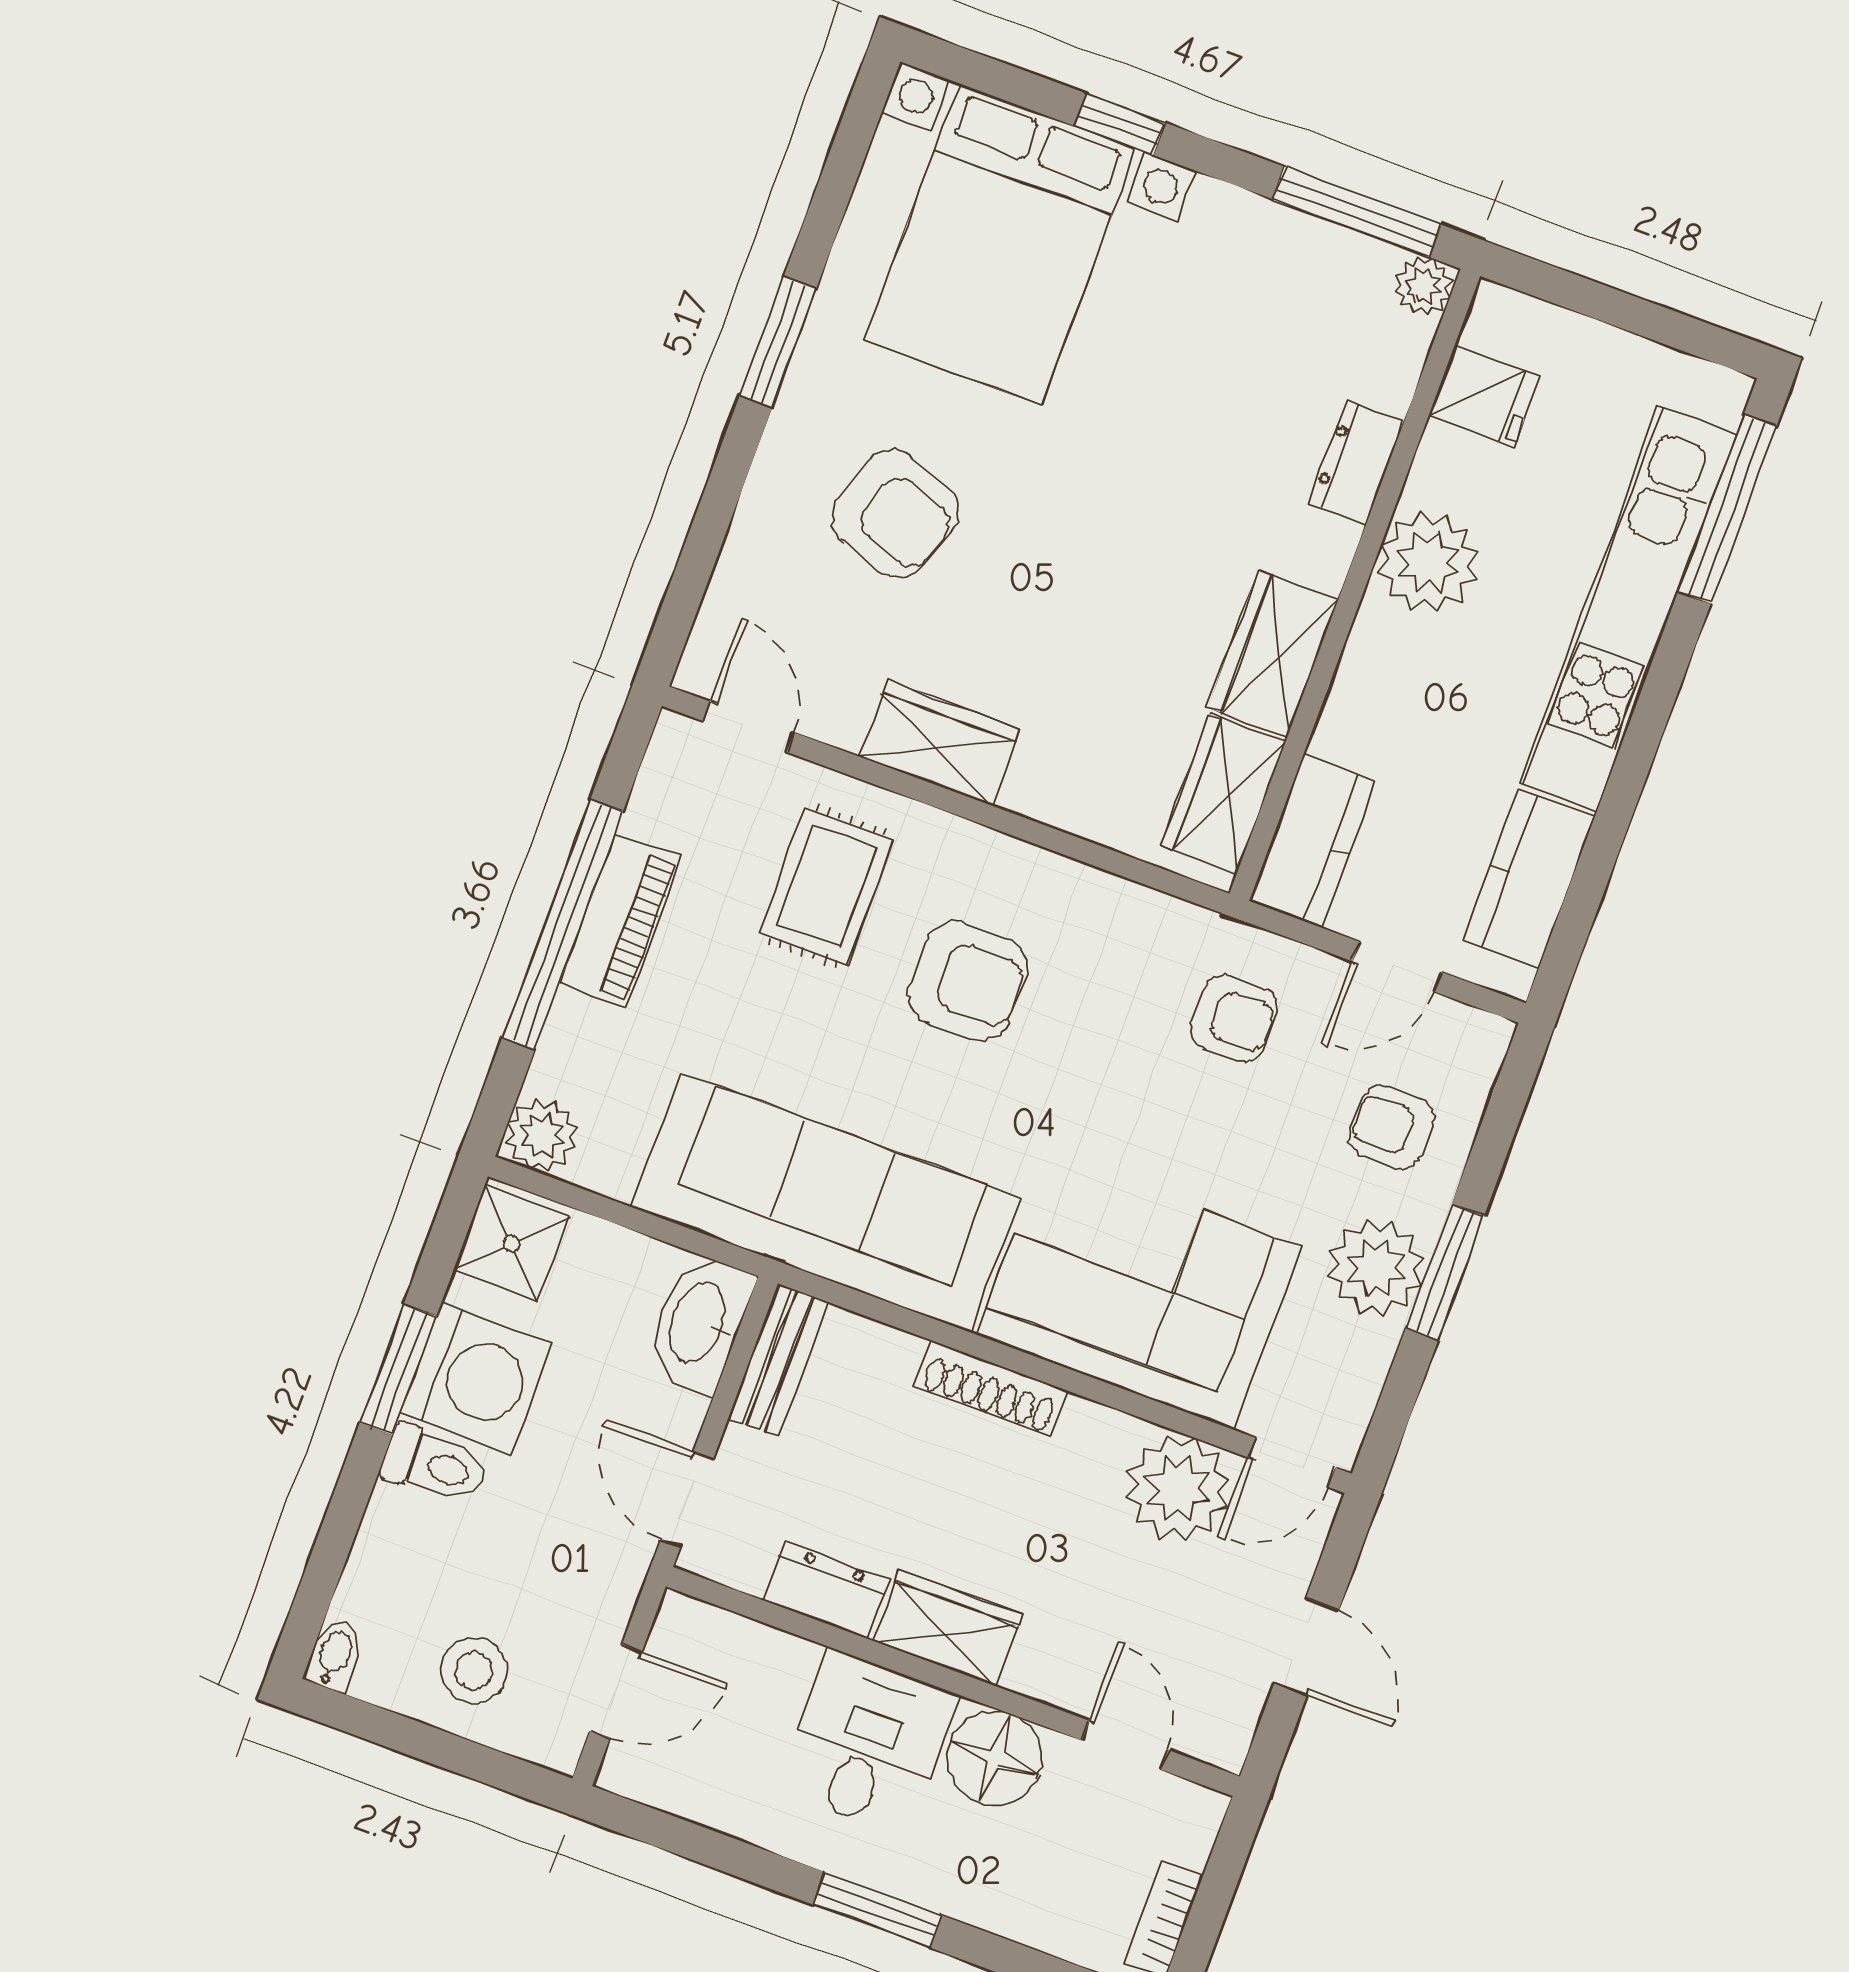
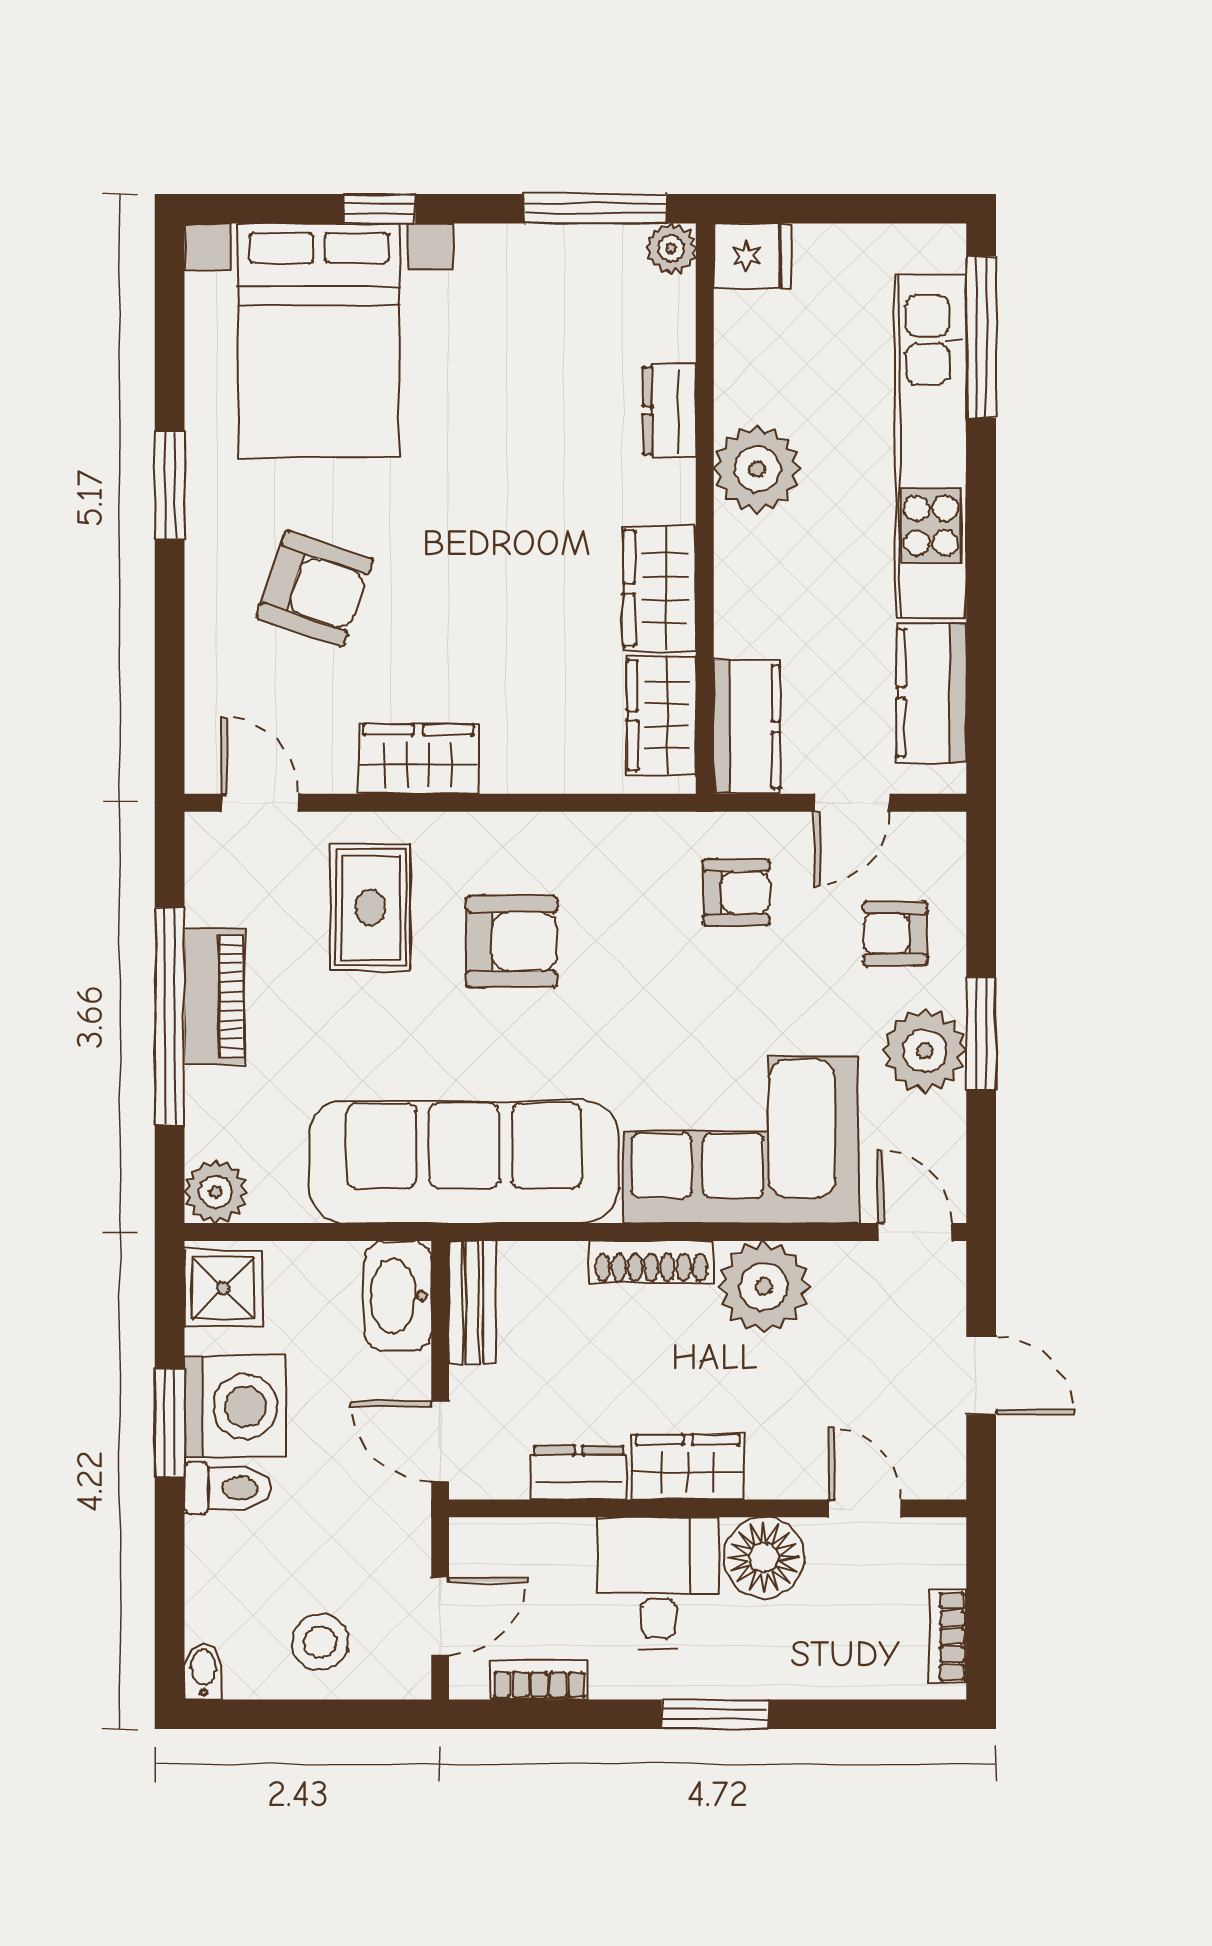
fridge: (1484, 396) -> (753, 256), moved
door: (1292, 1463) -> (915, 1232), swing flipped
plant: (1178, 1488) -> (764, 1287), moved
bookcase: (699, 1801) -> (539, 1680), added

